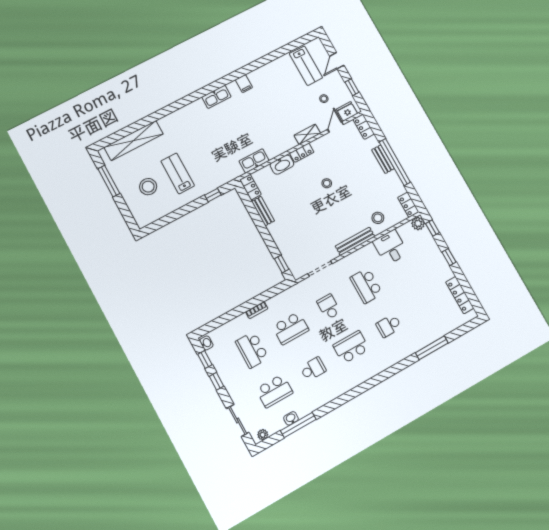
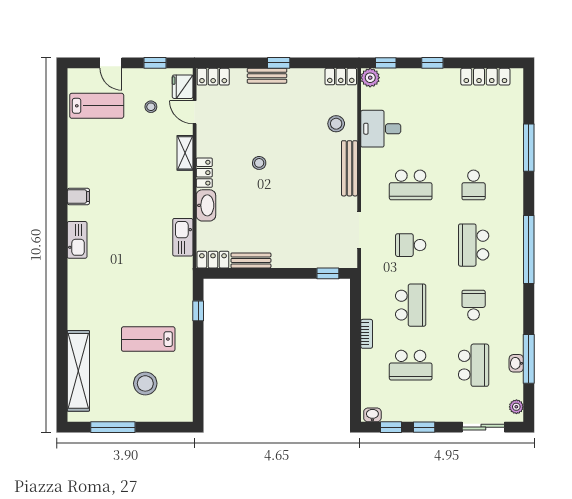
window: (395, 162) -> (279, 63), width x0.32
window: (368, 385) -> (529, 249), added

